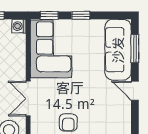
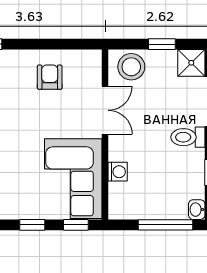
washing machine: (19, 26) -> (118, 172), moved

